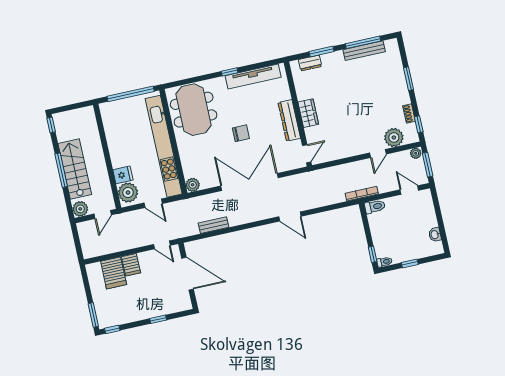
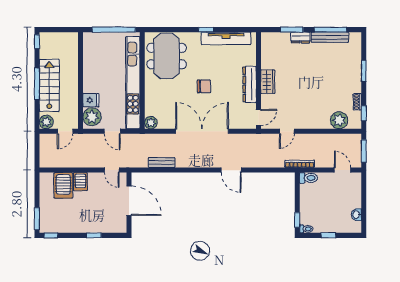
dresser: (310, 63) -> (300, 38), moved
door: (378, 153) -> (287, 131), moved
plant: (416, 153) -> (355, 139), removed

